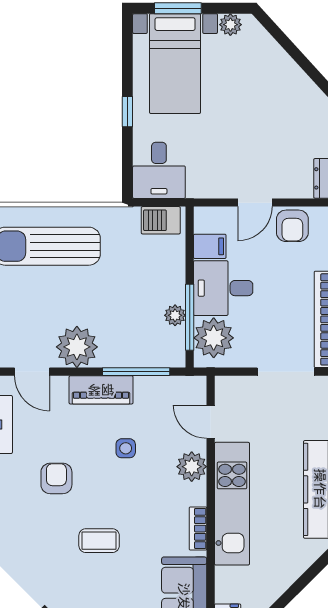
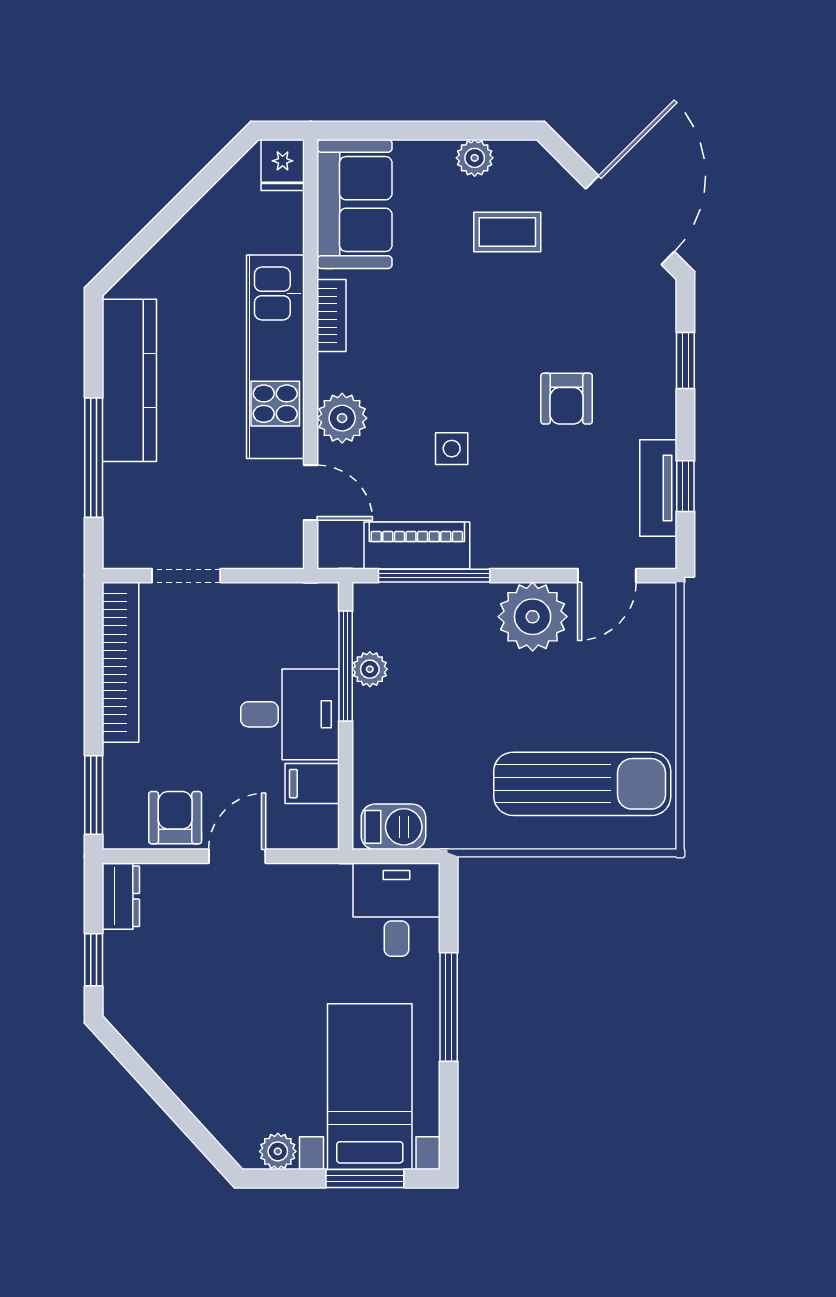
window: (127, 112) -> (449, 1007), width x2.17
plant: (214, 338) -> (306, 632), removed
door: (32, 372) -> (607, 576), swing flipped
doorway: (286, 372) -> (186, 576), width x0.73
piano: (101, 390) -> (417, 545), moved
coffee table: (99, 541) -> (507, 232), moved

